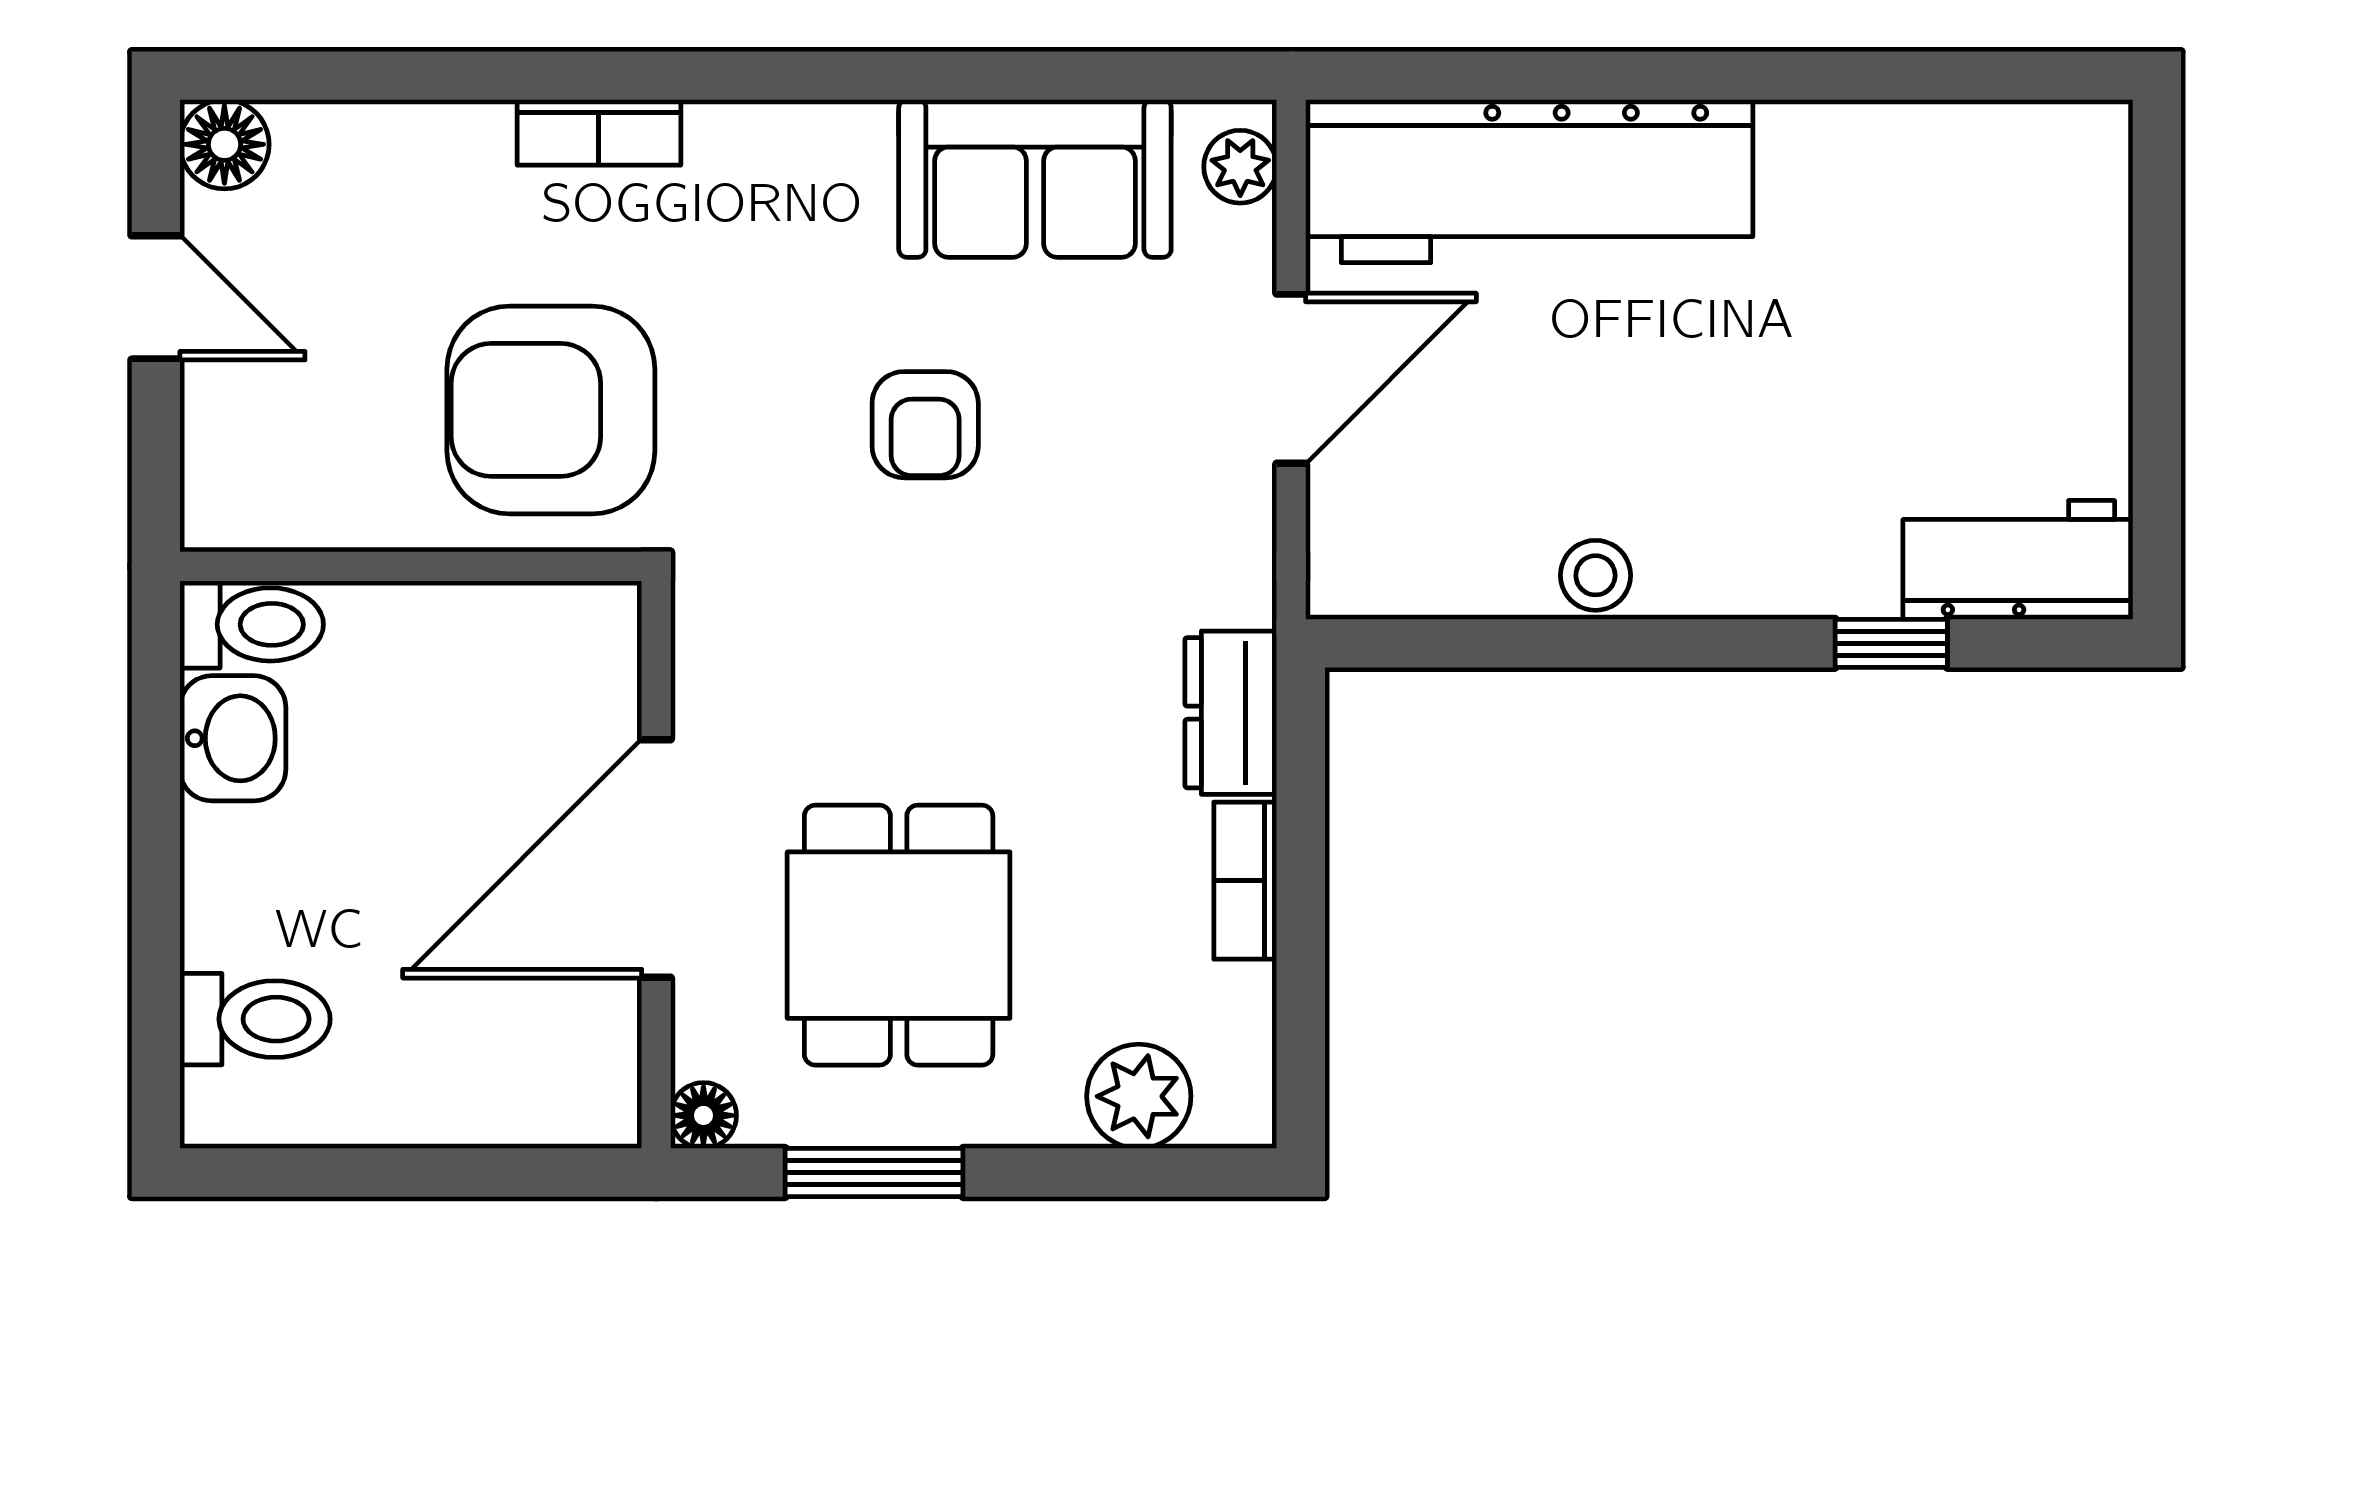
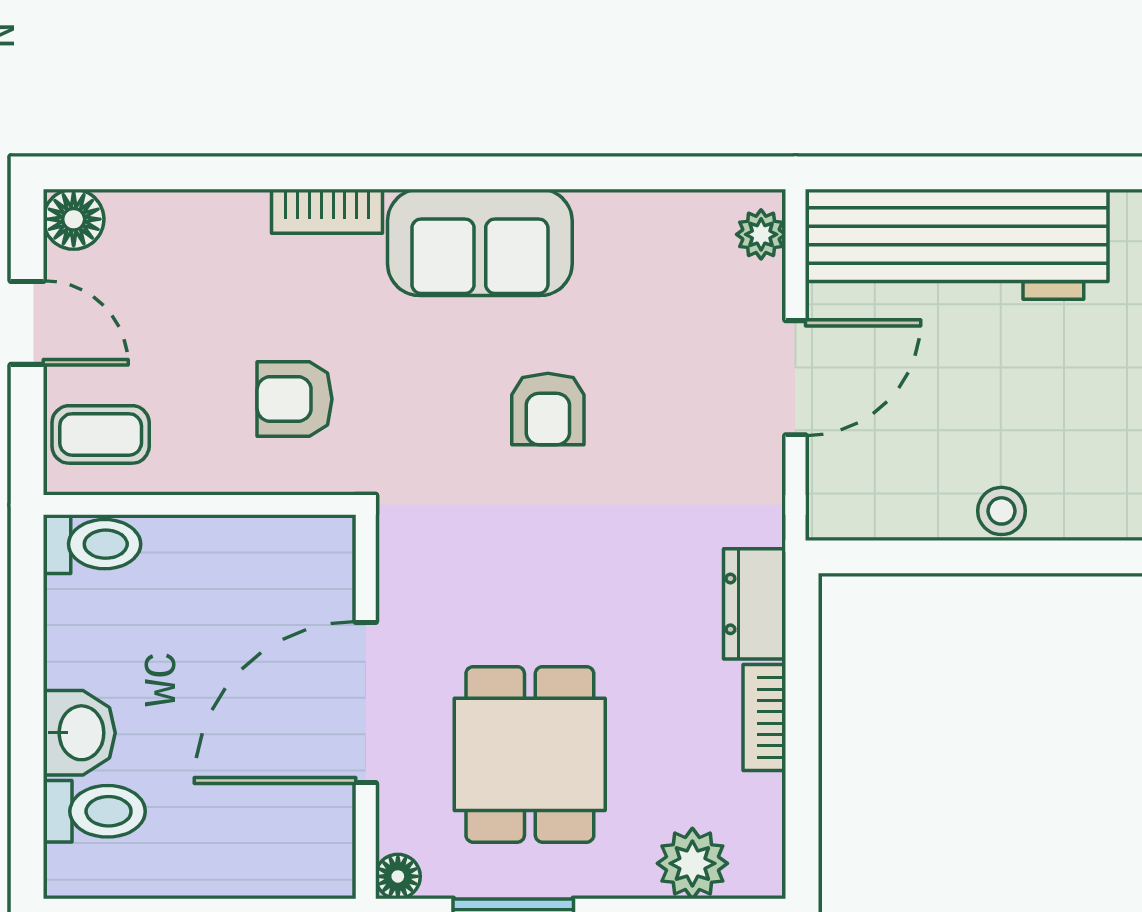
sofa: (1035, 179) -> (480, 242), moved
armchair: (551, 410) -> (295, 399), width x0.53, depth x0.53
coffee table: (264, 462) -> (101, 434), added
washbasin: (233, 738) -> (79, 733), moved

